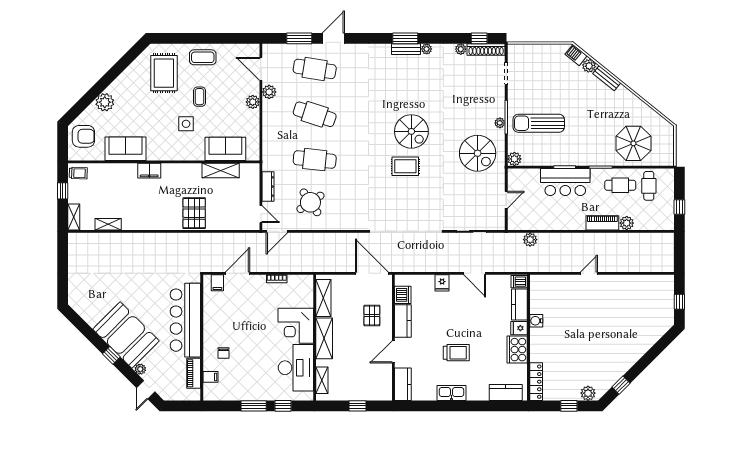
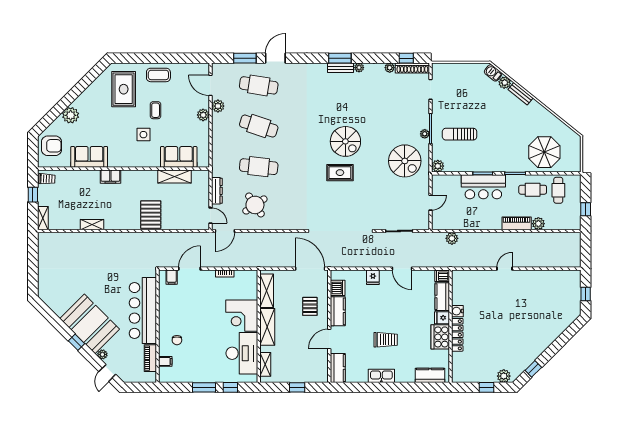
sun lounger: (539, 123) -> (460, 134), width x0.73, depth x0.75
shelving: (108, 224) -> (92, 225), moved
locker: (536, 382) -> (457, 335), moved

